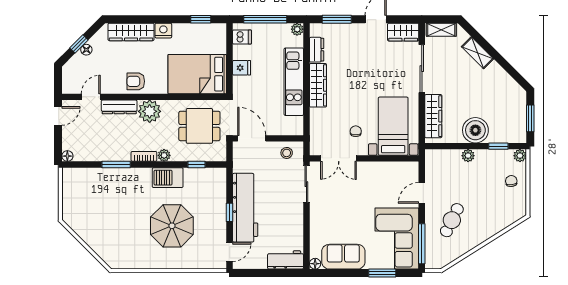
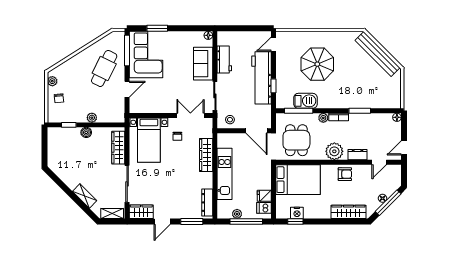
plant: (297, 29) -> (237, 214), moved
nightstand: (163, 31) -> (297, 213), moved
window: (79, 44) -> (388, 203), width x2.17
dresser: (317, 50) -> (207, 202), width x1.44
fridge: (242, 68) -> (264, 196), moved
wardrobe: (318, 85) -> (206, 155), moved
dresser: (119, 107) -> (358, 155), width x0.70
window: (530, 118) -> (44, 146), removed
dining table: (199, 126) -> (296, 140), turned 90
boiler: (475, 130) -> (86, 132), width x0.54, depth x0.54
plant: (520, 156) -> (52, 81), moved
window: (196, 165) -> (299, 111), width x2.17
barbecue: (168, 178) -> (305, 101), moved
window: (230, 212) -> (273, 86), moved
cafe table: (452, 220) -> (104, 68), width x1.37, depth x1.35
bench: (93, 239) -> (378, 54), added
sofa: (343, 257) -> (203, 64), moved, turned 90
workbench: (286, 260) -> (224, 60), moved, turned -90

